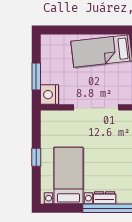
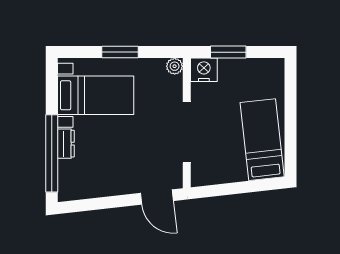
plant: (47, 116) -> (175, 66), added
window: (36, 157) -> (120, 52), width x1.50

